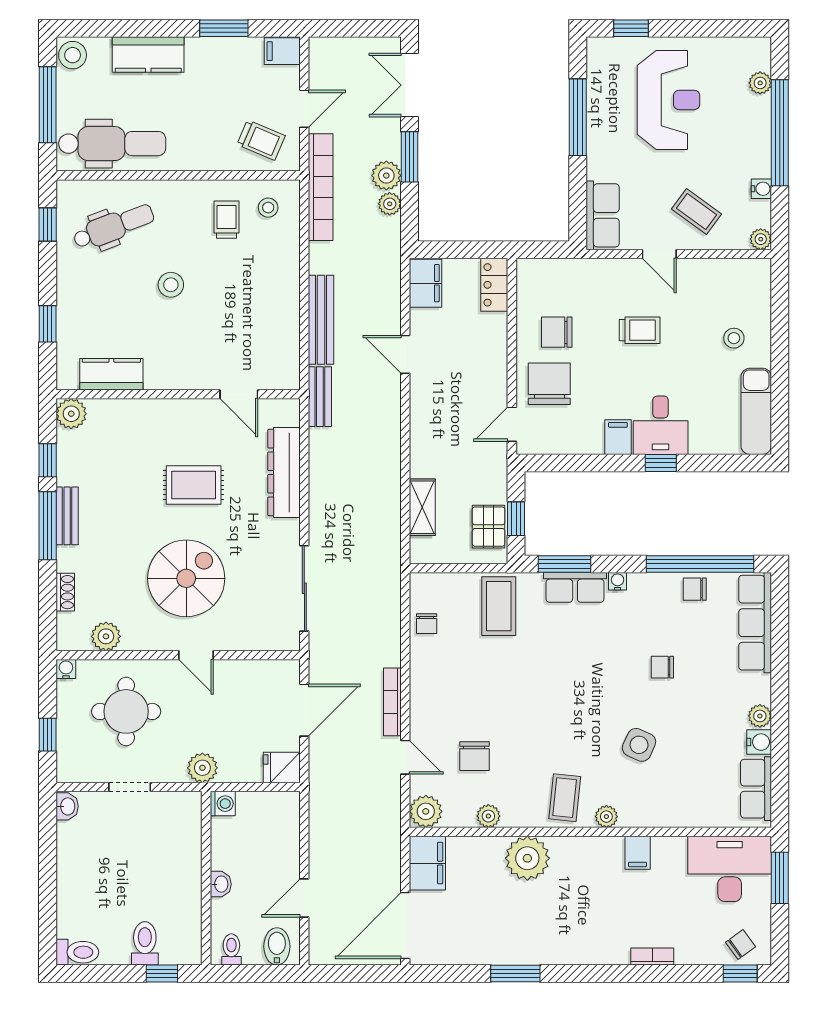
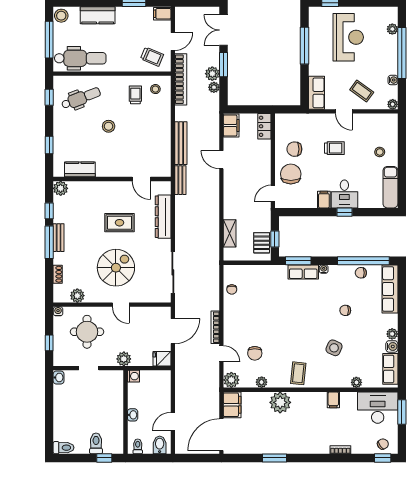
coffee table: (499, 606) -> (266, 281), removed
plant: (606, 817) -> (356, 382), moved

